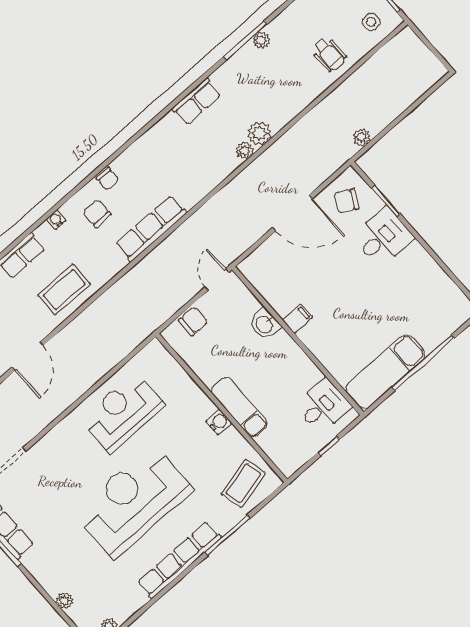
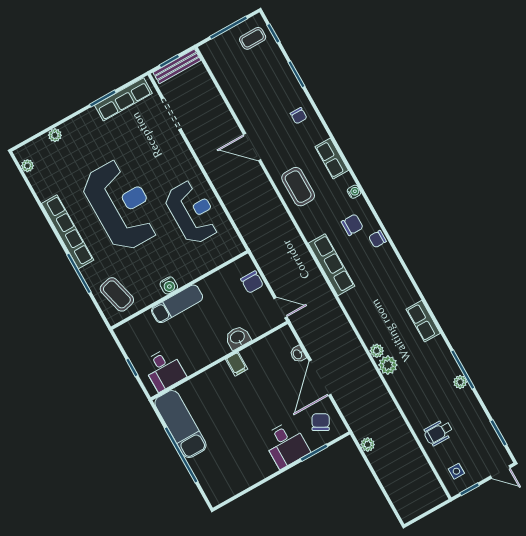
washbasin: (269, 246) -> (298, 354), added

